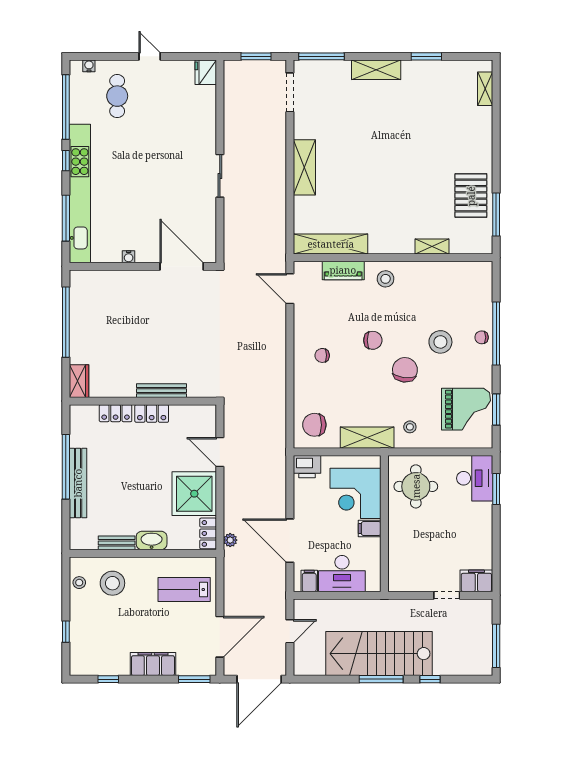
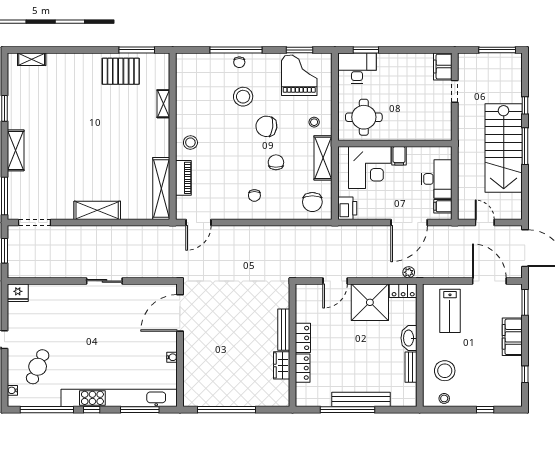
cafe table: (117, 96) -> (38, 367), turned -66
chair: (373, 340) -> (276, 162), moved
wardrobe: (79, 381) -> (282, 365), moved, turned -90

